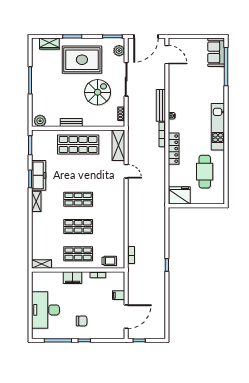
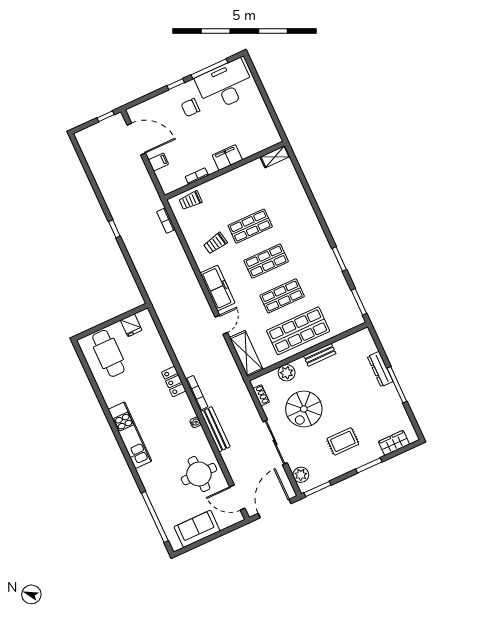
sofa: (216, 52) -> (197, 529), moved, turned -90
rug: (82, 60) -> (343, 441), width x0.54, depth x0.49
round table: (185, 81) -> (199, 474), added
dresser: (36, 95) -> (380, 369), added
plant: (40, 121) -> (287, 373), moved
locker: (174, 149) -> (174, 382), width x0.66
door: (126, 171) -> (221, 325), swing flipped
cafe table: (205, 172) -> (108, 353), moved
freezer: (39, 175) -> (217, 288), moved, turned 180
fridge: (180, 195) -> (131, 325), width x0.53, depth x0.75
shelving: (36, 201) -> (318, 234), removed
trolley: (106, 226) -> (215, 243), added
shop shelf: (78, 254) -> (282, 296), moved
desk: (45, 310) -> (225, 85), moved, turned -90
door: (126, 317) -> (136, 139), swing flipped

